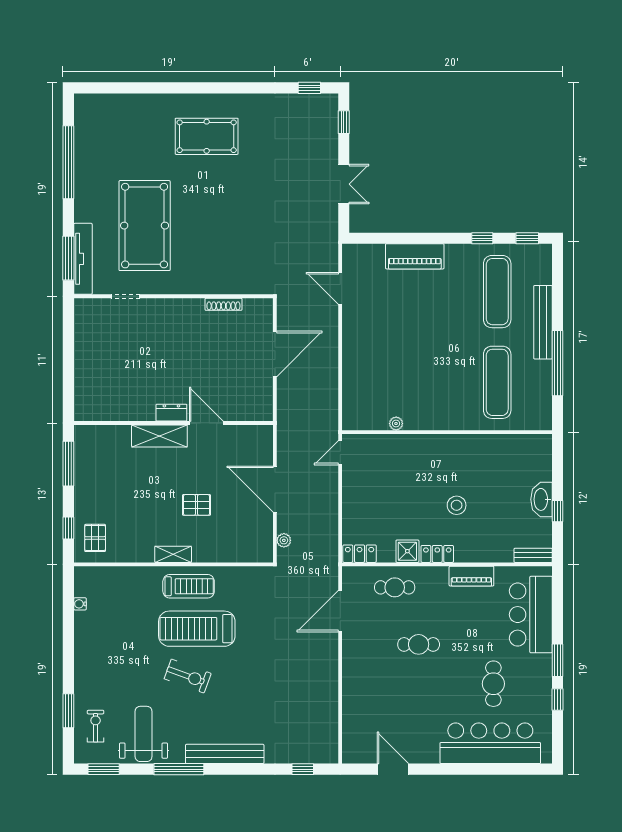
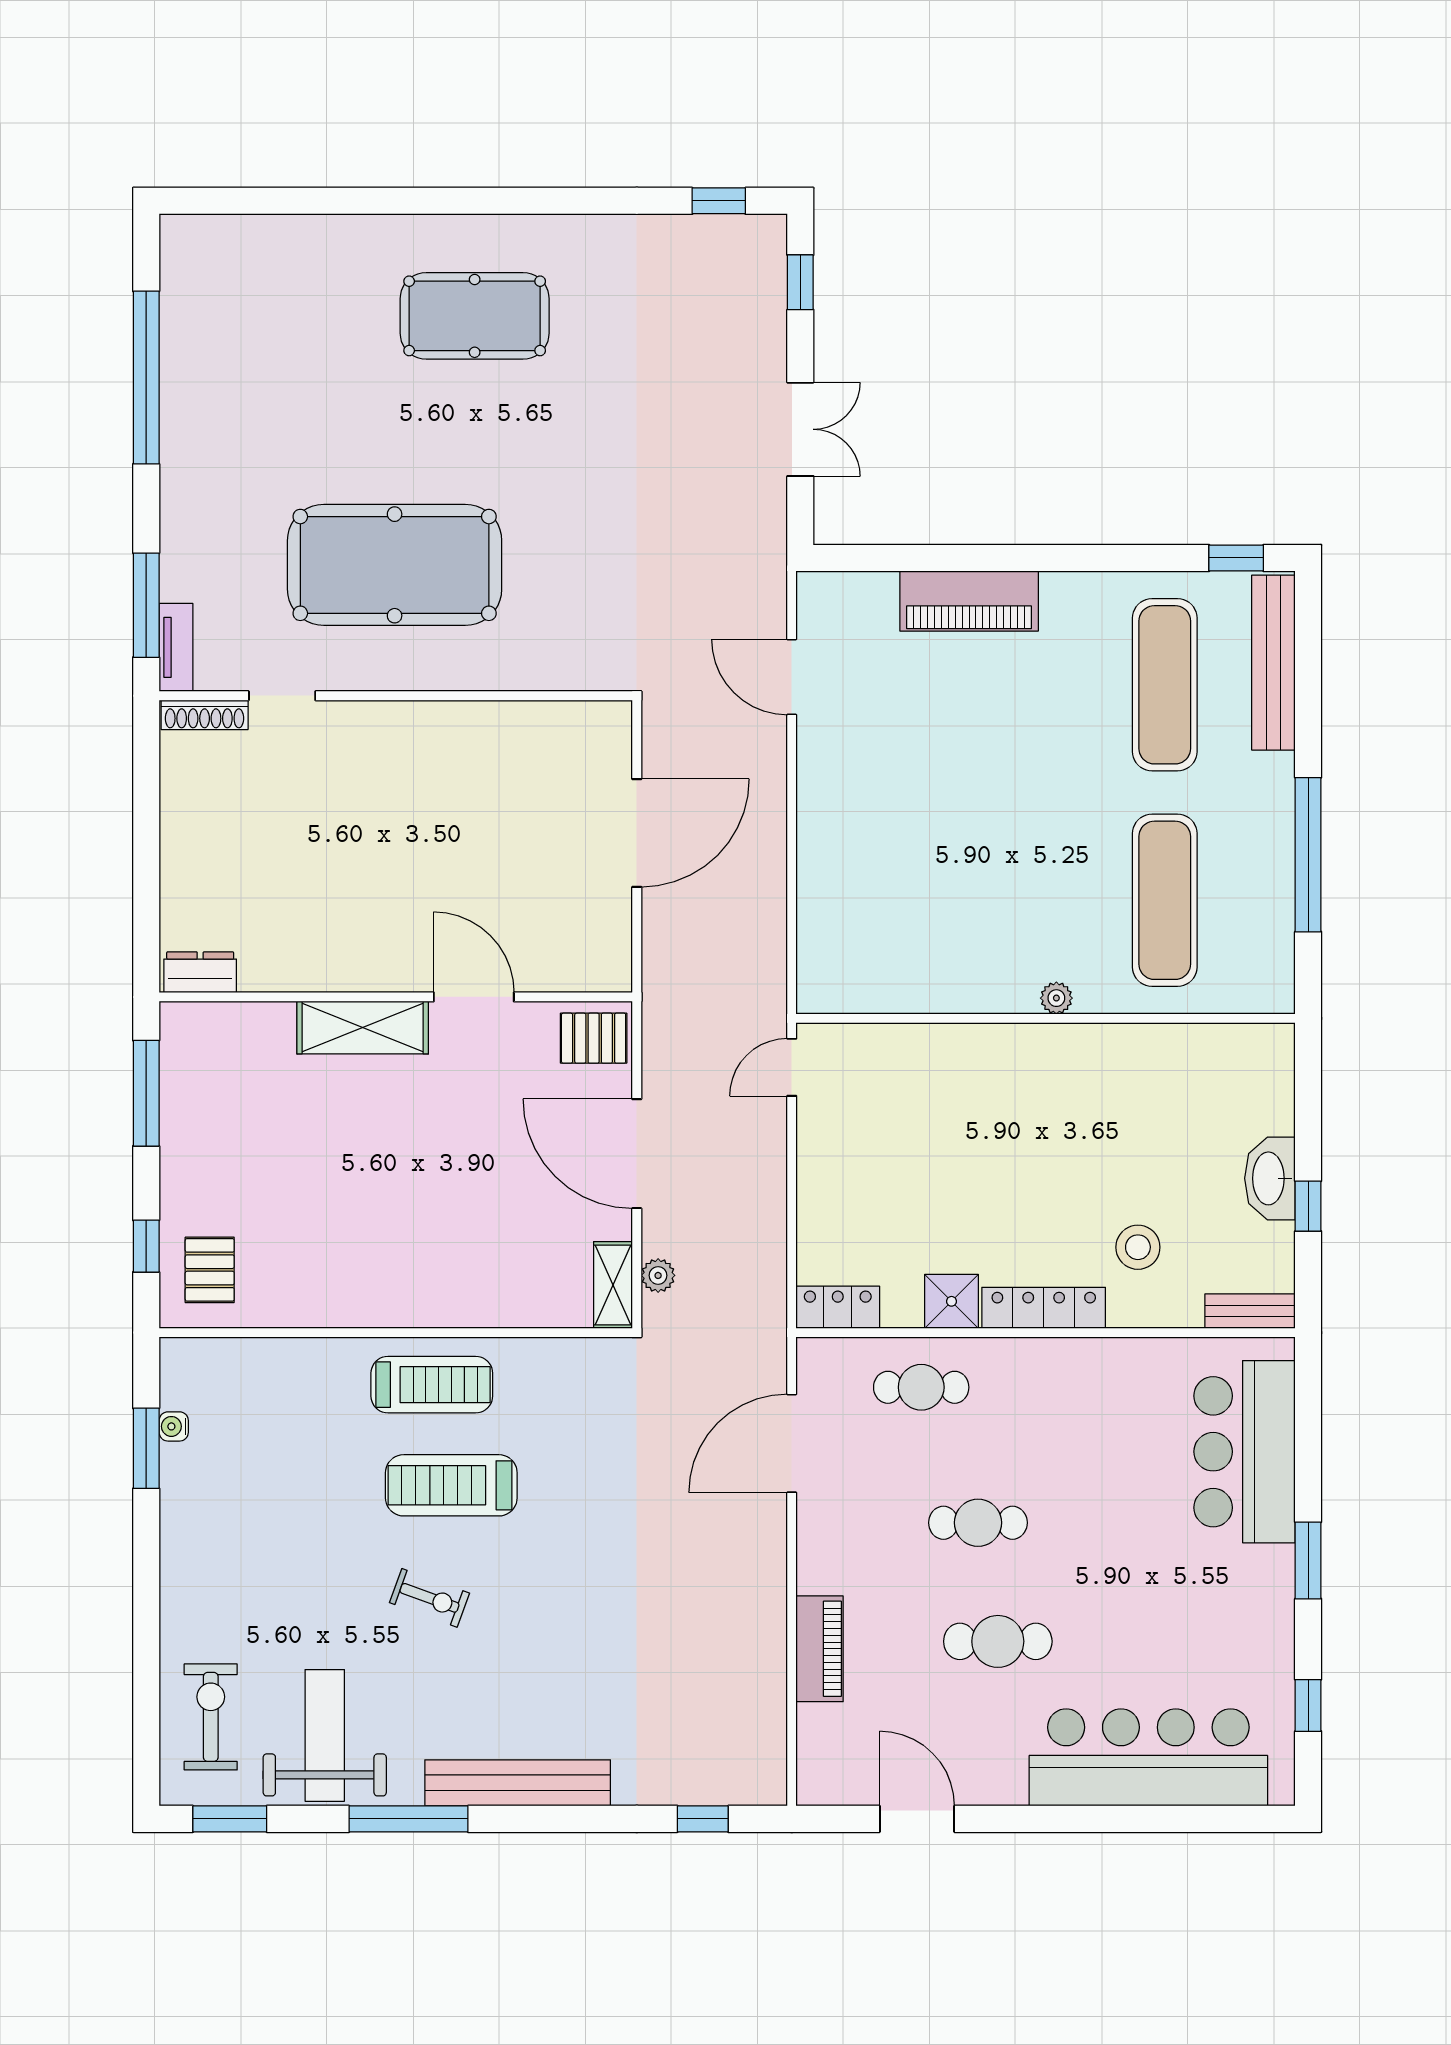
pool table: (145, 226) -> (395, 565), moved, turned 90
window: (482, 238) -> (1129, 558), removed
tv unit: (83, 259) -> (176, 647), width x0.52, depth x0.78
shoe rack: (223, 304) -> (205, 715), moved
bench: (543, 322) -> (1273, 663), moved
dresser: (171, 413) -> (200, 972), moved
plant: (396, 424) -> (1056, 998), moved
pallet: (196, 505) -> (594, 1038), moved
stool: (457, 505) -> (1138, 1247), moved
shelving: (173, 554) -> (613, 1285), moved, turned 90
locker: (437, 554) -> (1044, 1308), width x1.53
piano: (471, 576) -> (820, 1649), moved, turned -90
treadmill: (197, 629) -> (451, 1485), width x0.73, depth x0.73
exercise bike: (188, 676) -> (429, 1598), width x0.73, depth x0.72
cafe table: (493, 684) -> (998, 1641), moved, turned 90
window: (558, 700) -> (1308, 1705), moved
window: (68, 711) -> (146, 1448), moved
exercise bike: (96, 726) -> (211, 1717), width x1.38, depth x1.39

